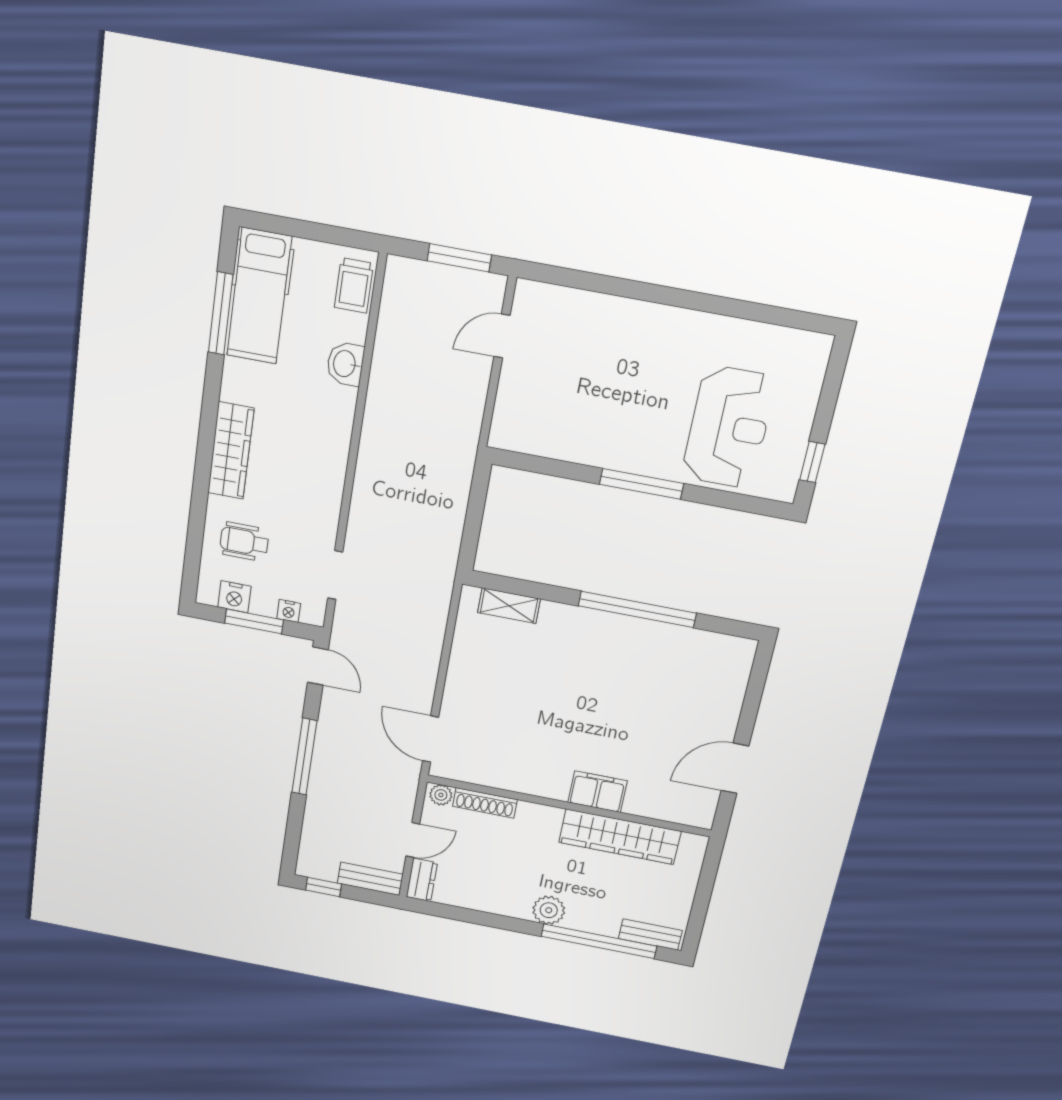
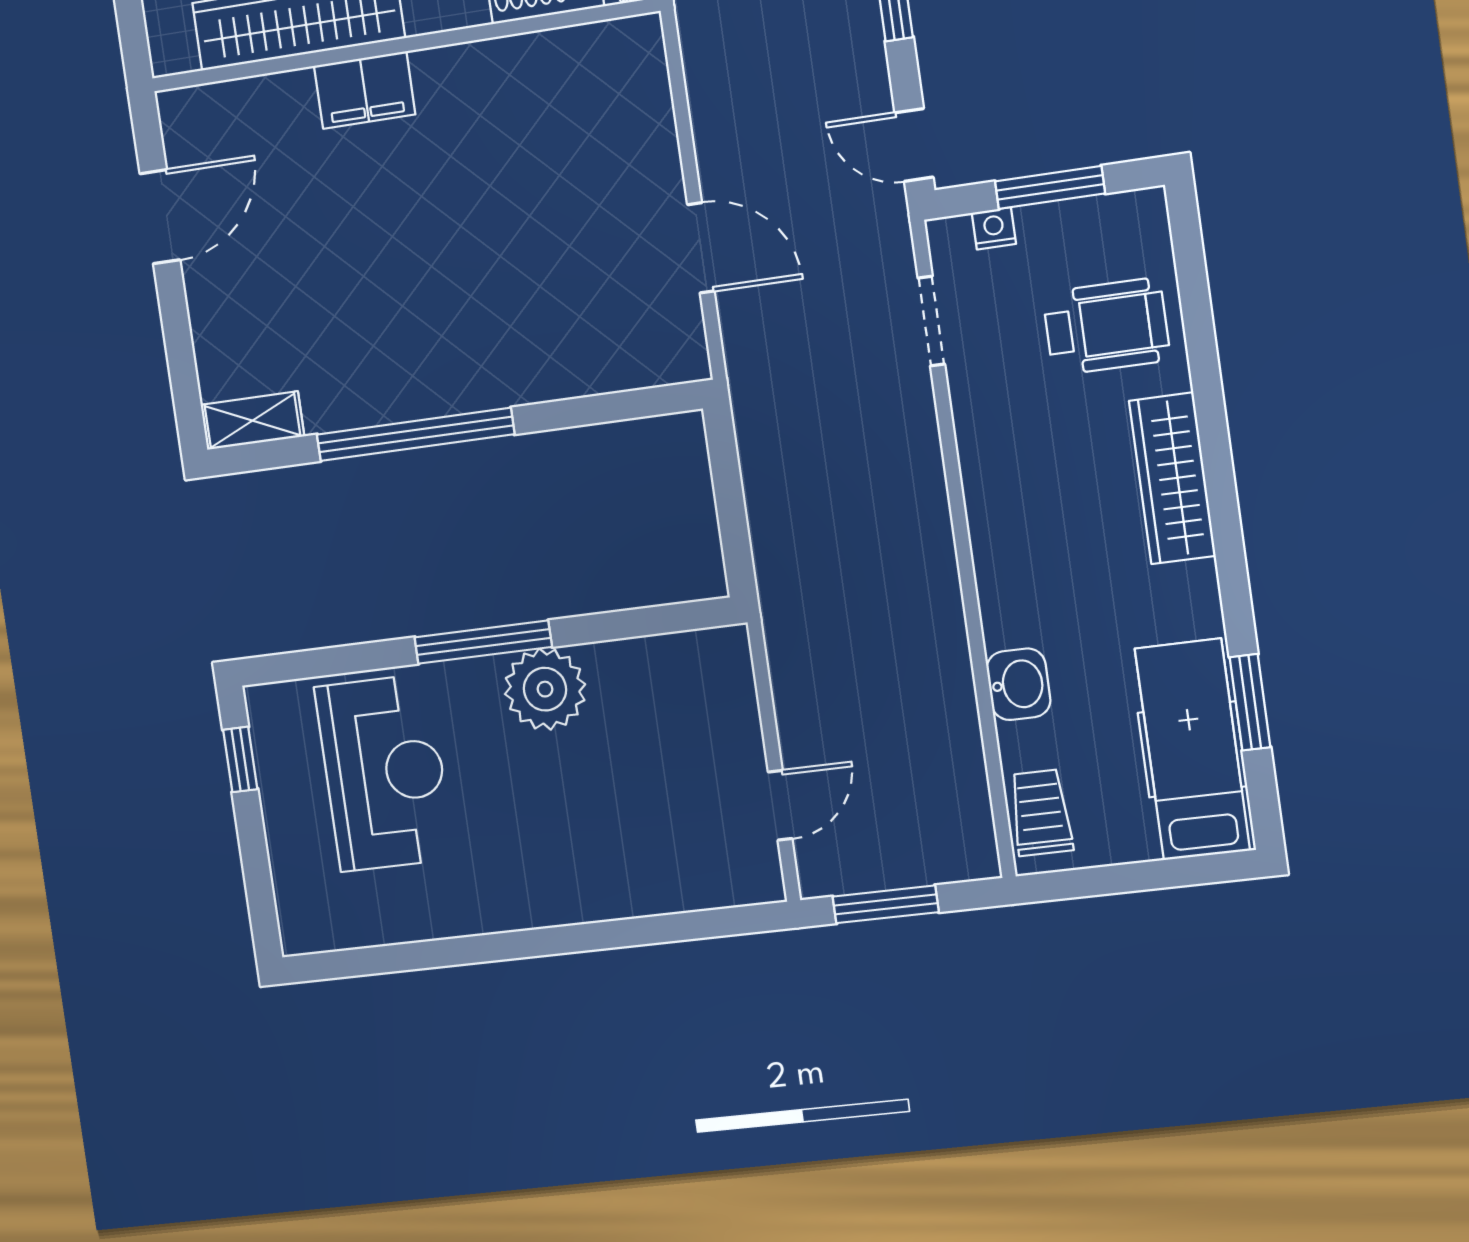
window: (221, 313) -> (1250, 702), width x0.69
reception desk: (729, 427) -> (384, 773), turned 180
plant: (615, 446) -> (545, 689), added
wheelchair: (244, 542) -> (1106, 327), width x1.36, depth x1.37
nightstand: (234, 597) -> (1097, 221), removed
shelving: (509, 606) -> (252, 421), moved
door: (431, 739) -> (701, 248), moved

